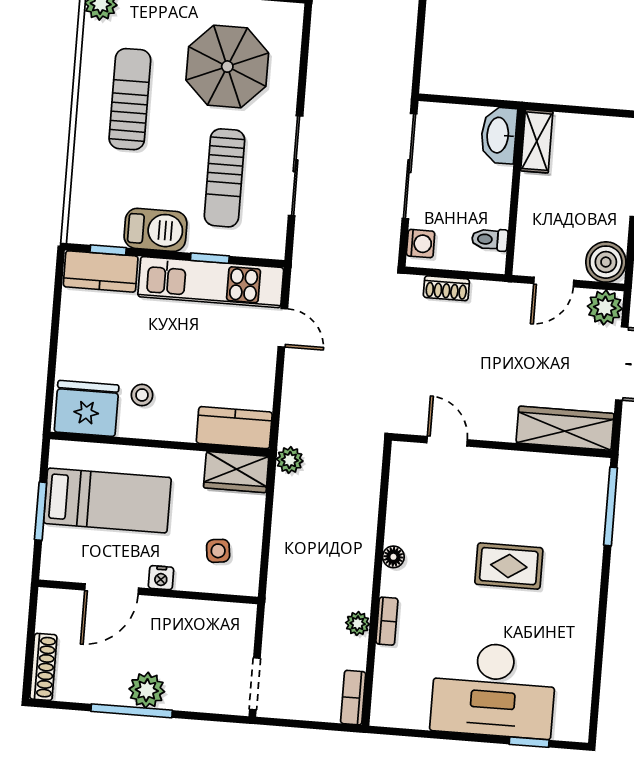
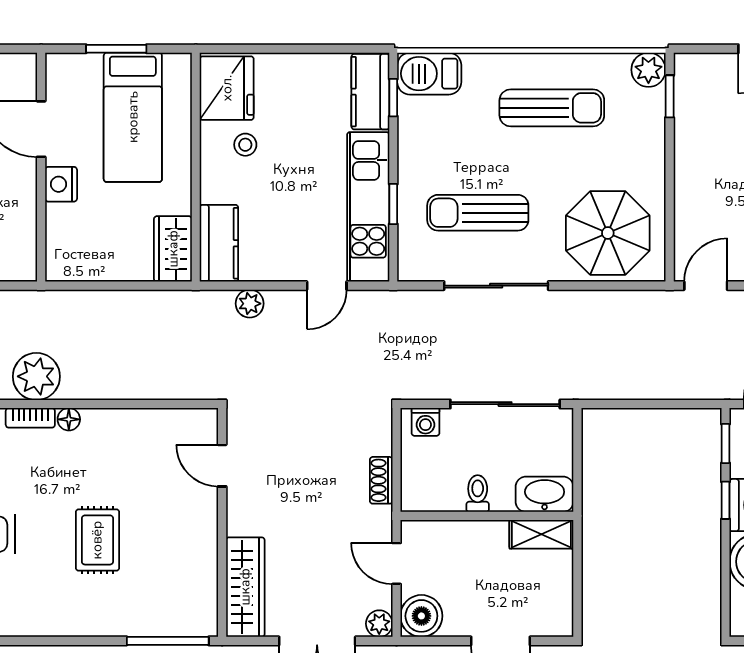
parasol: (227, 67) -> (608, 233), moved
barbecue: (155, 230) -> (429, 74), moved, turned 90
toilet: (490, 239) -> (478, 494), moved
shoe rack: (446, 288) -> (381, 480), moved
plant: (605, 307) -> (379, 624), width x0.73, depth x0.73
door: (447, 441) -> (222, 466), swing flipped
plant: (290, 460) -> (250, 304), moved
side table: (218, 551) -> (90, 237), removed
floor lamp: (393, 557) -> (69, 419), moved
nightstand: (161, 578) -> (61, 184), width x1.39, depth x1.35
plant: (358, 624) -> (36, 376), width x1.88, depth x1.88

